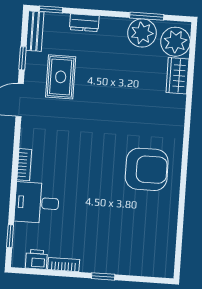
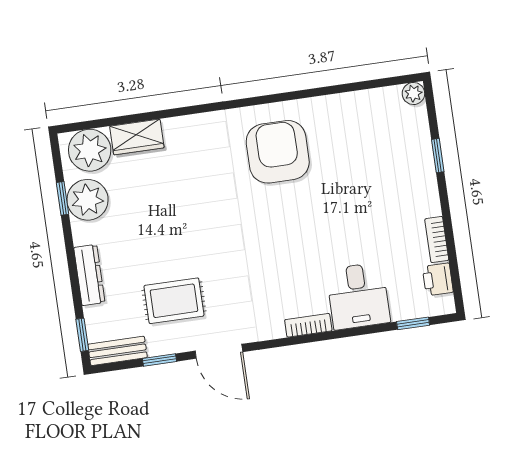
window: (147, 16) -> (63, 198), width x0.67
dresser: (84, 23) -> (89, 275), width x1.44
plant: (166, 270) -> (413, 93), added
window: (103, 276) -> (438, 156), moved

